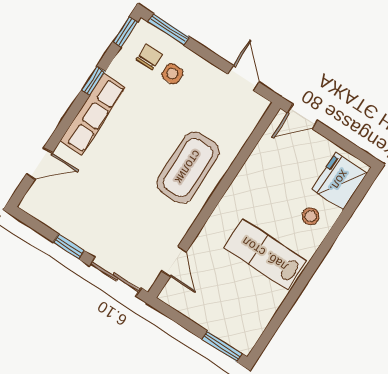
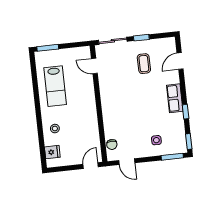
chair: (149, 57) -> (112, 145), moved
row of seats: (93, 114) -> (175, 98), width x0.68
coffee table: (188, 167) -> (144, 64), moved, width x0.54, depth x0.58
fridge: (339, 181) -> (52, 152), width x0.53, depth x0.75
lab bench: (265, 254) -> (55, 86), moved, turned 90

